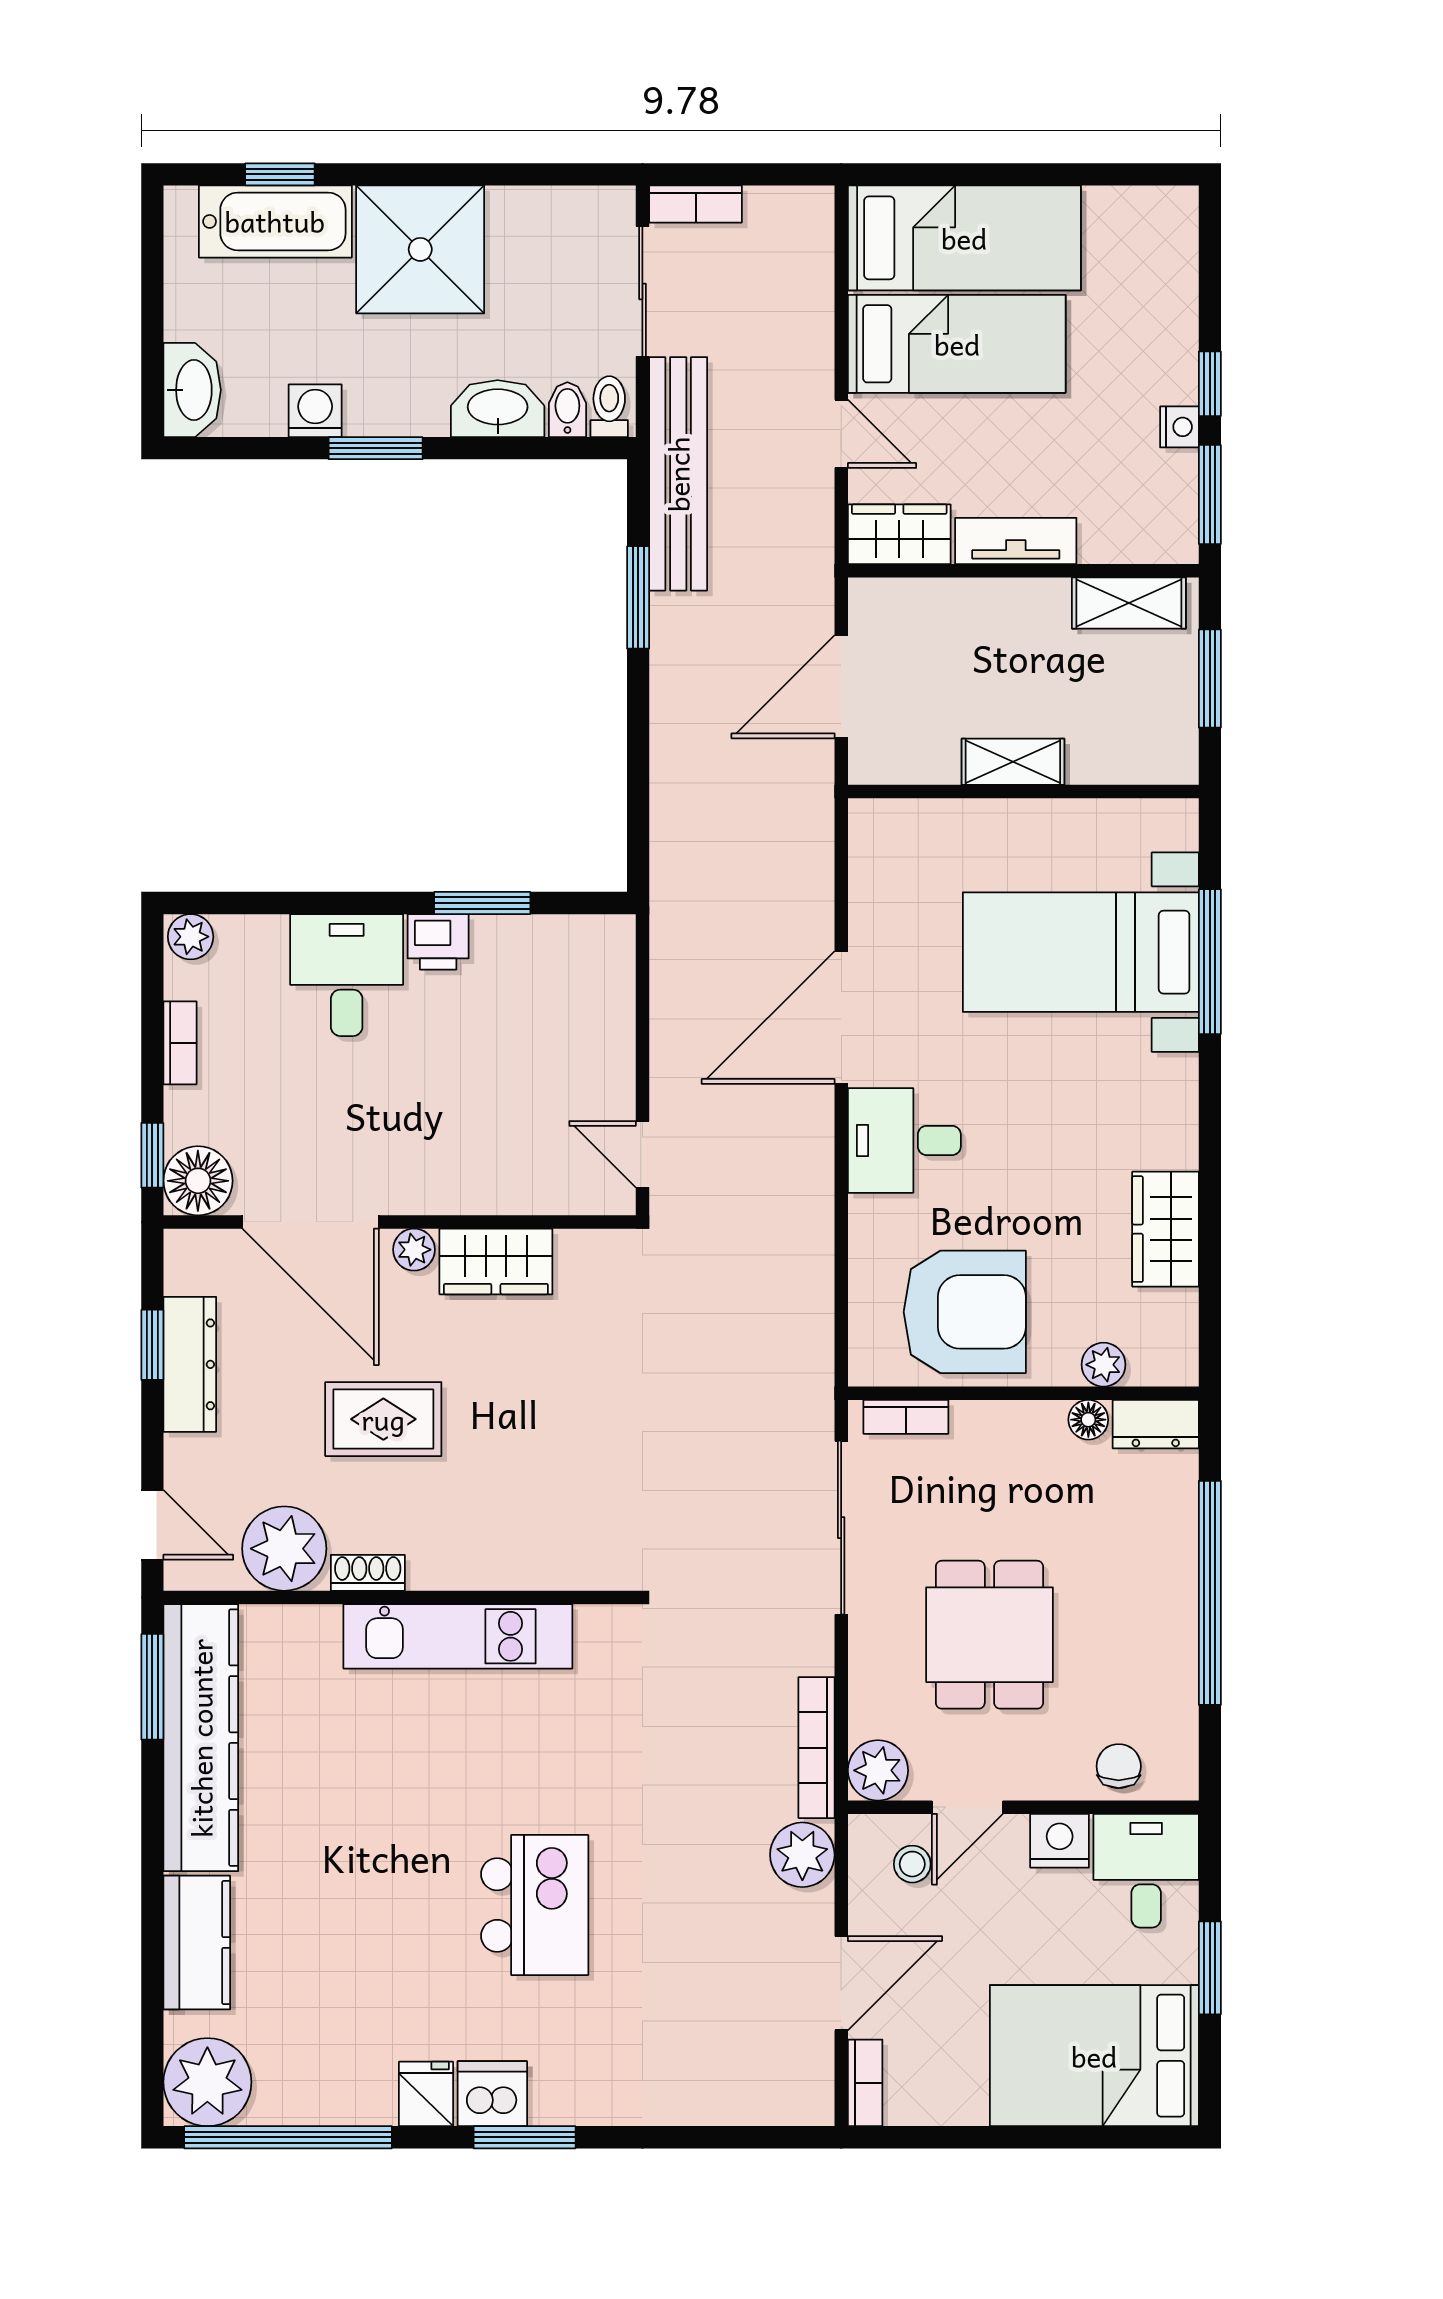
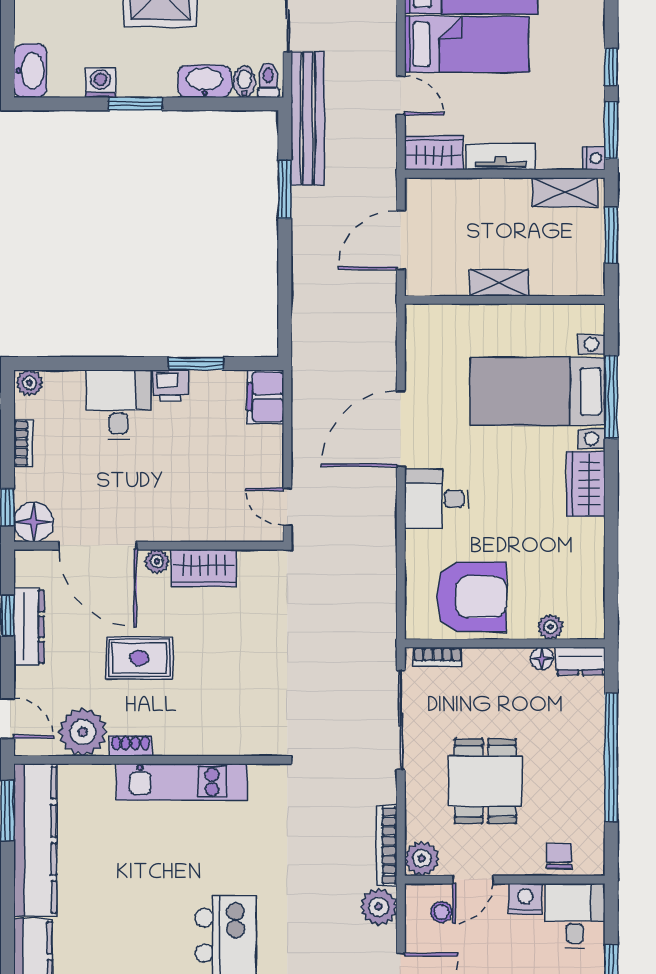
nightstand: (1179, 427) -> (594, 158), moved
filing cabinet: (604, 961) -> (266, 397), added
wardrobe: (1166, 1229) -> (586, 484), moved

